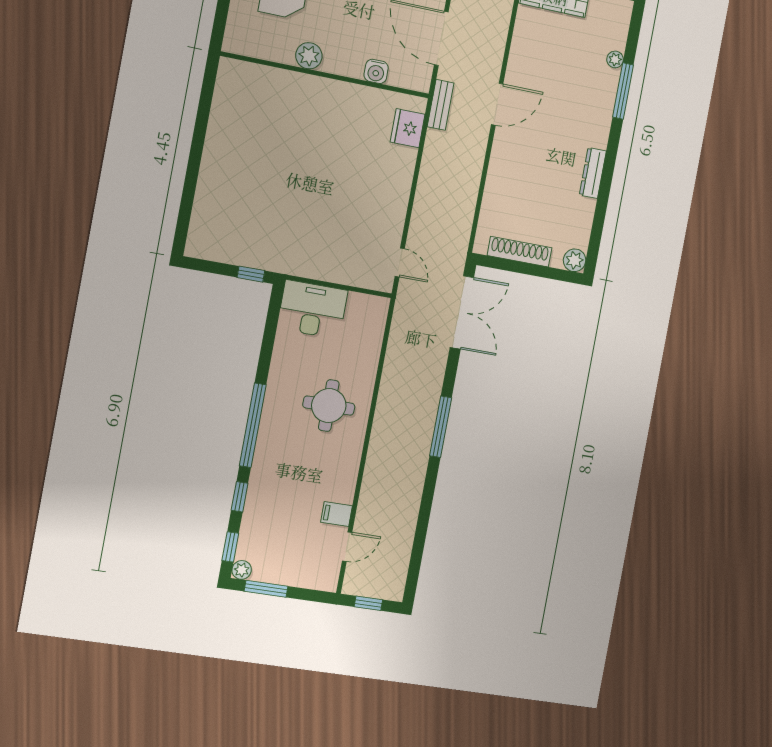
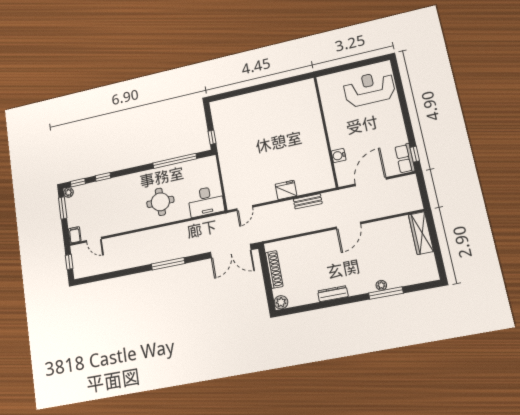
plant: (309, 56) -> (332, 119), removed
plant: (615, 59) -> (381, 285), moved
door: (497, 104) -> (348, 225), hinge flipped
bench: (441, 105) -> (308, 201), moved
fridge: (408, 128) -> (286, 190), moved
desk: (312, 309) -> (206, 201), moved, turned 90
window: (253, 425) -> (175, 161), moved
filing cabinet: (337, 514) -> (75, 235), moved

